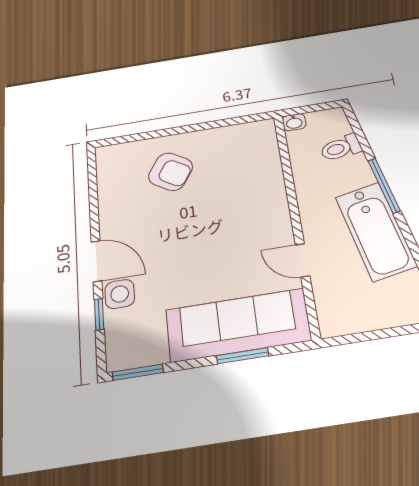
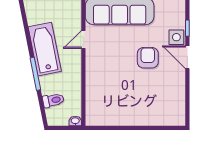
armchair: (171, 172) -> (148, 58), moved, turned 58
door: (303, 260) -> (83, 39), swing flipped

